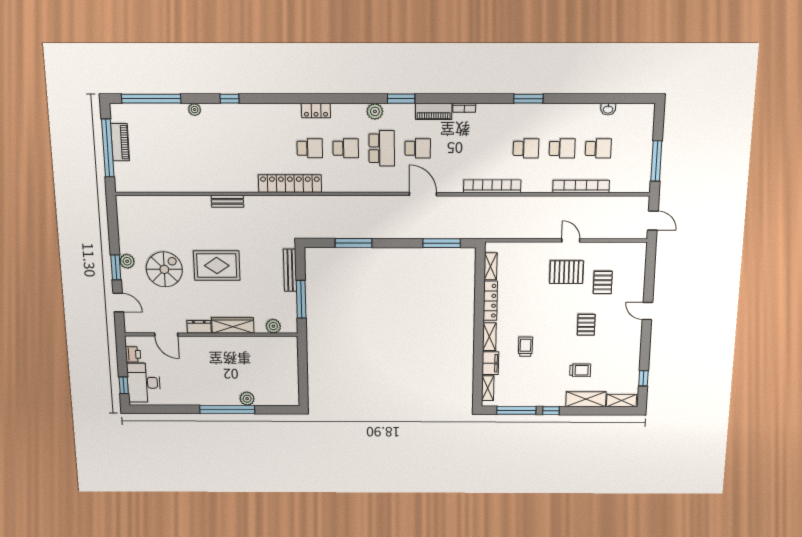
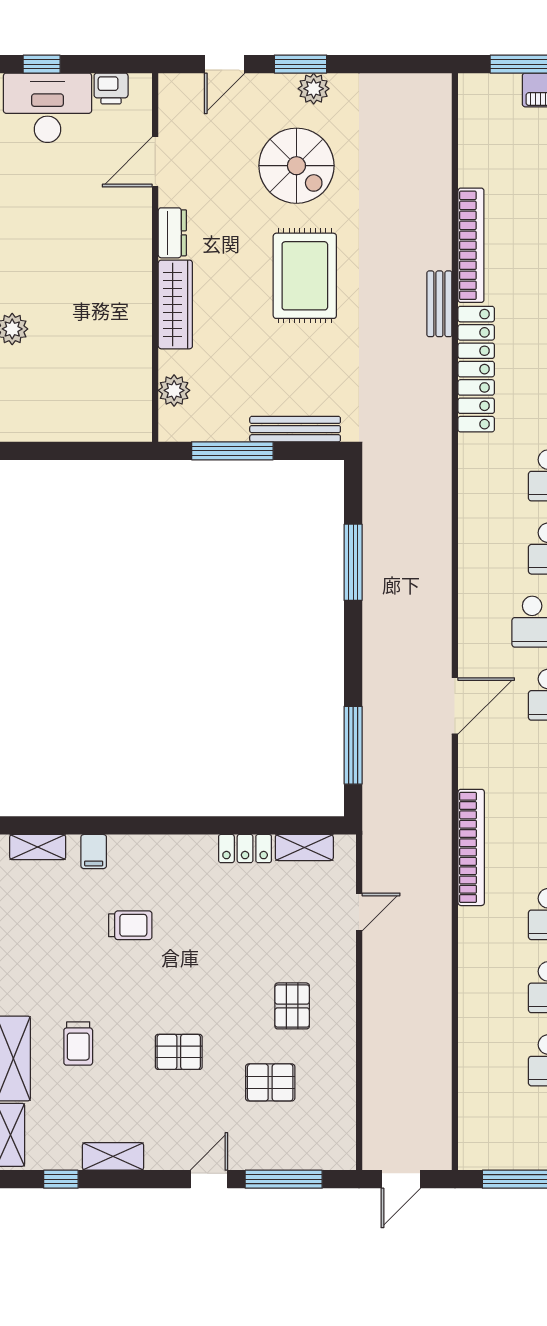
locker: (290, 184) -> (476, 369), moved
bookcase: (581, 186) -> (471, 245), moved
door: (571, 240) -> (359, 912), moved
pallet: (566, 272) -> (292, 1006), width x0.67, depth x0.71
window: (650, 276) -> (284, 1179), added
locker: (490, 301) -> (245, 849), width x0.66
shelving: (489, 337) -> (113, 1156), moved
filing cabinet: (490, 363) -> (94, 852), width x0.50

